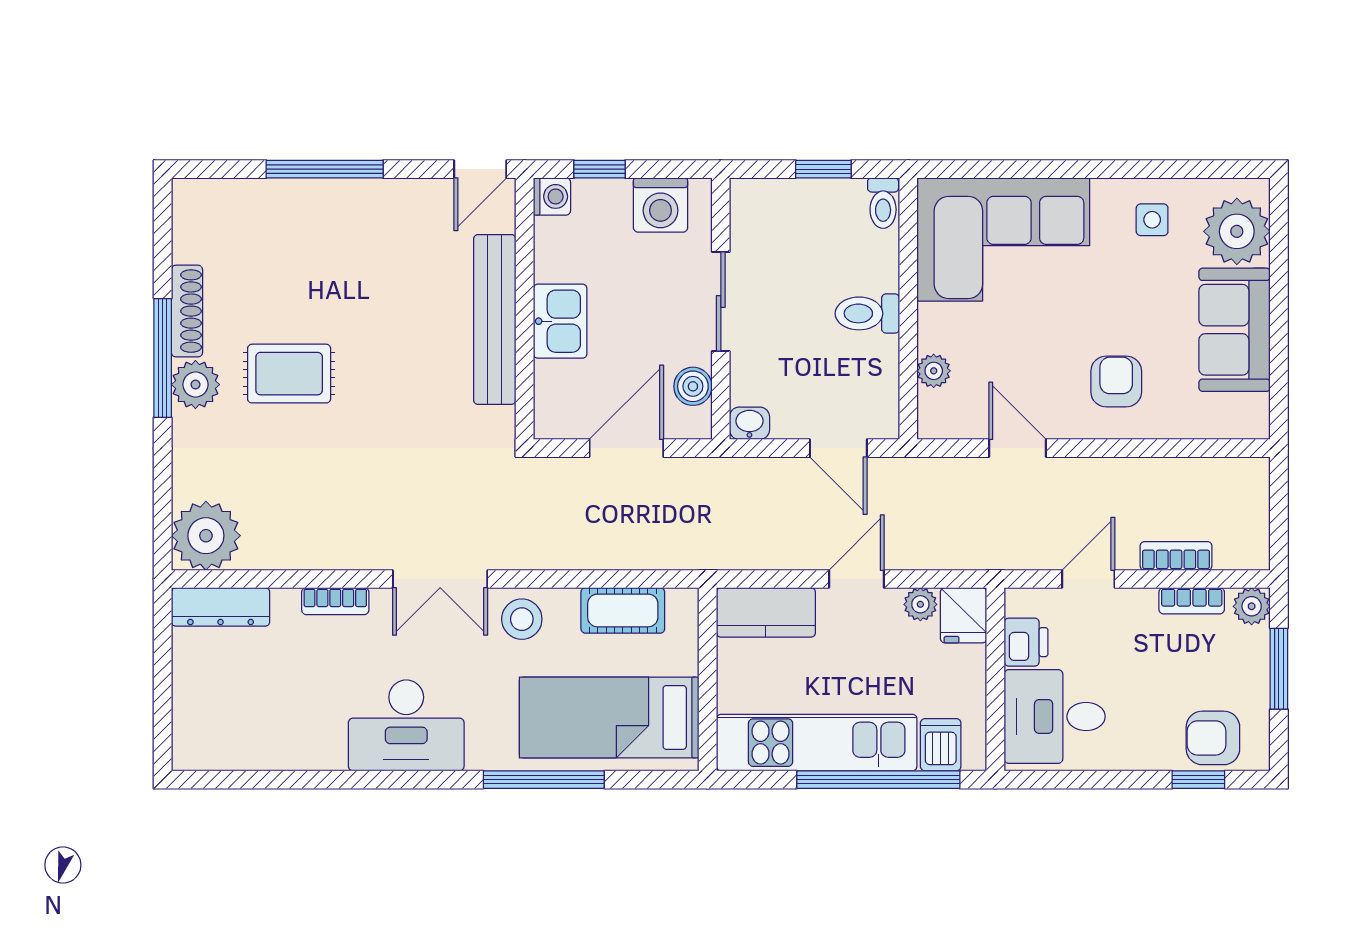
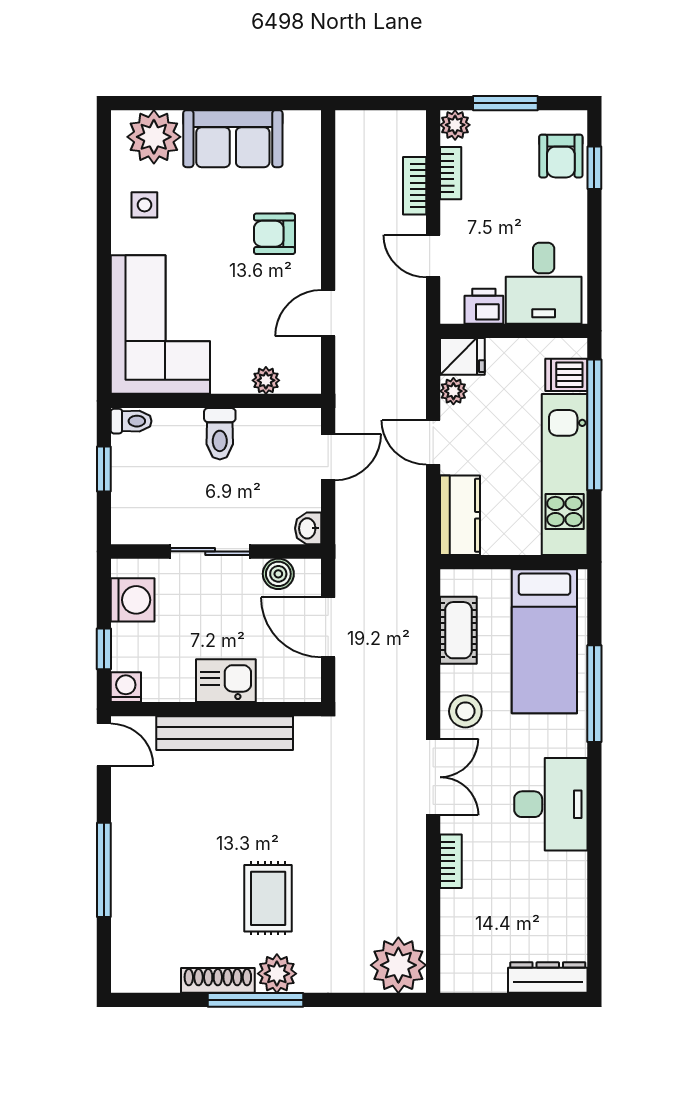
dresser: (221, 607) -> (548, 977), moved, turned -90

